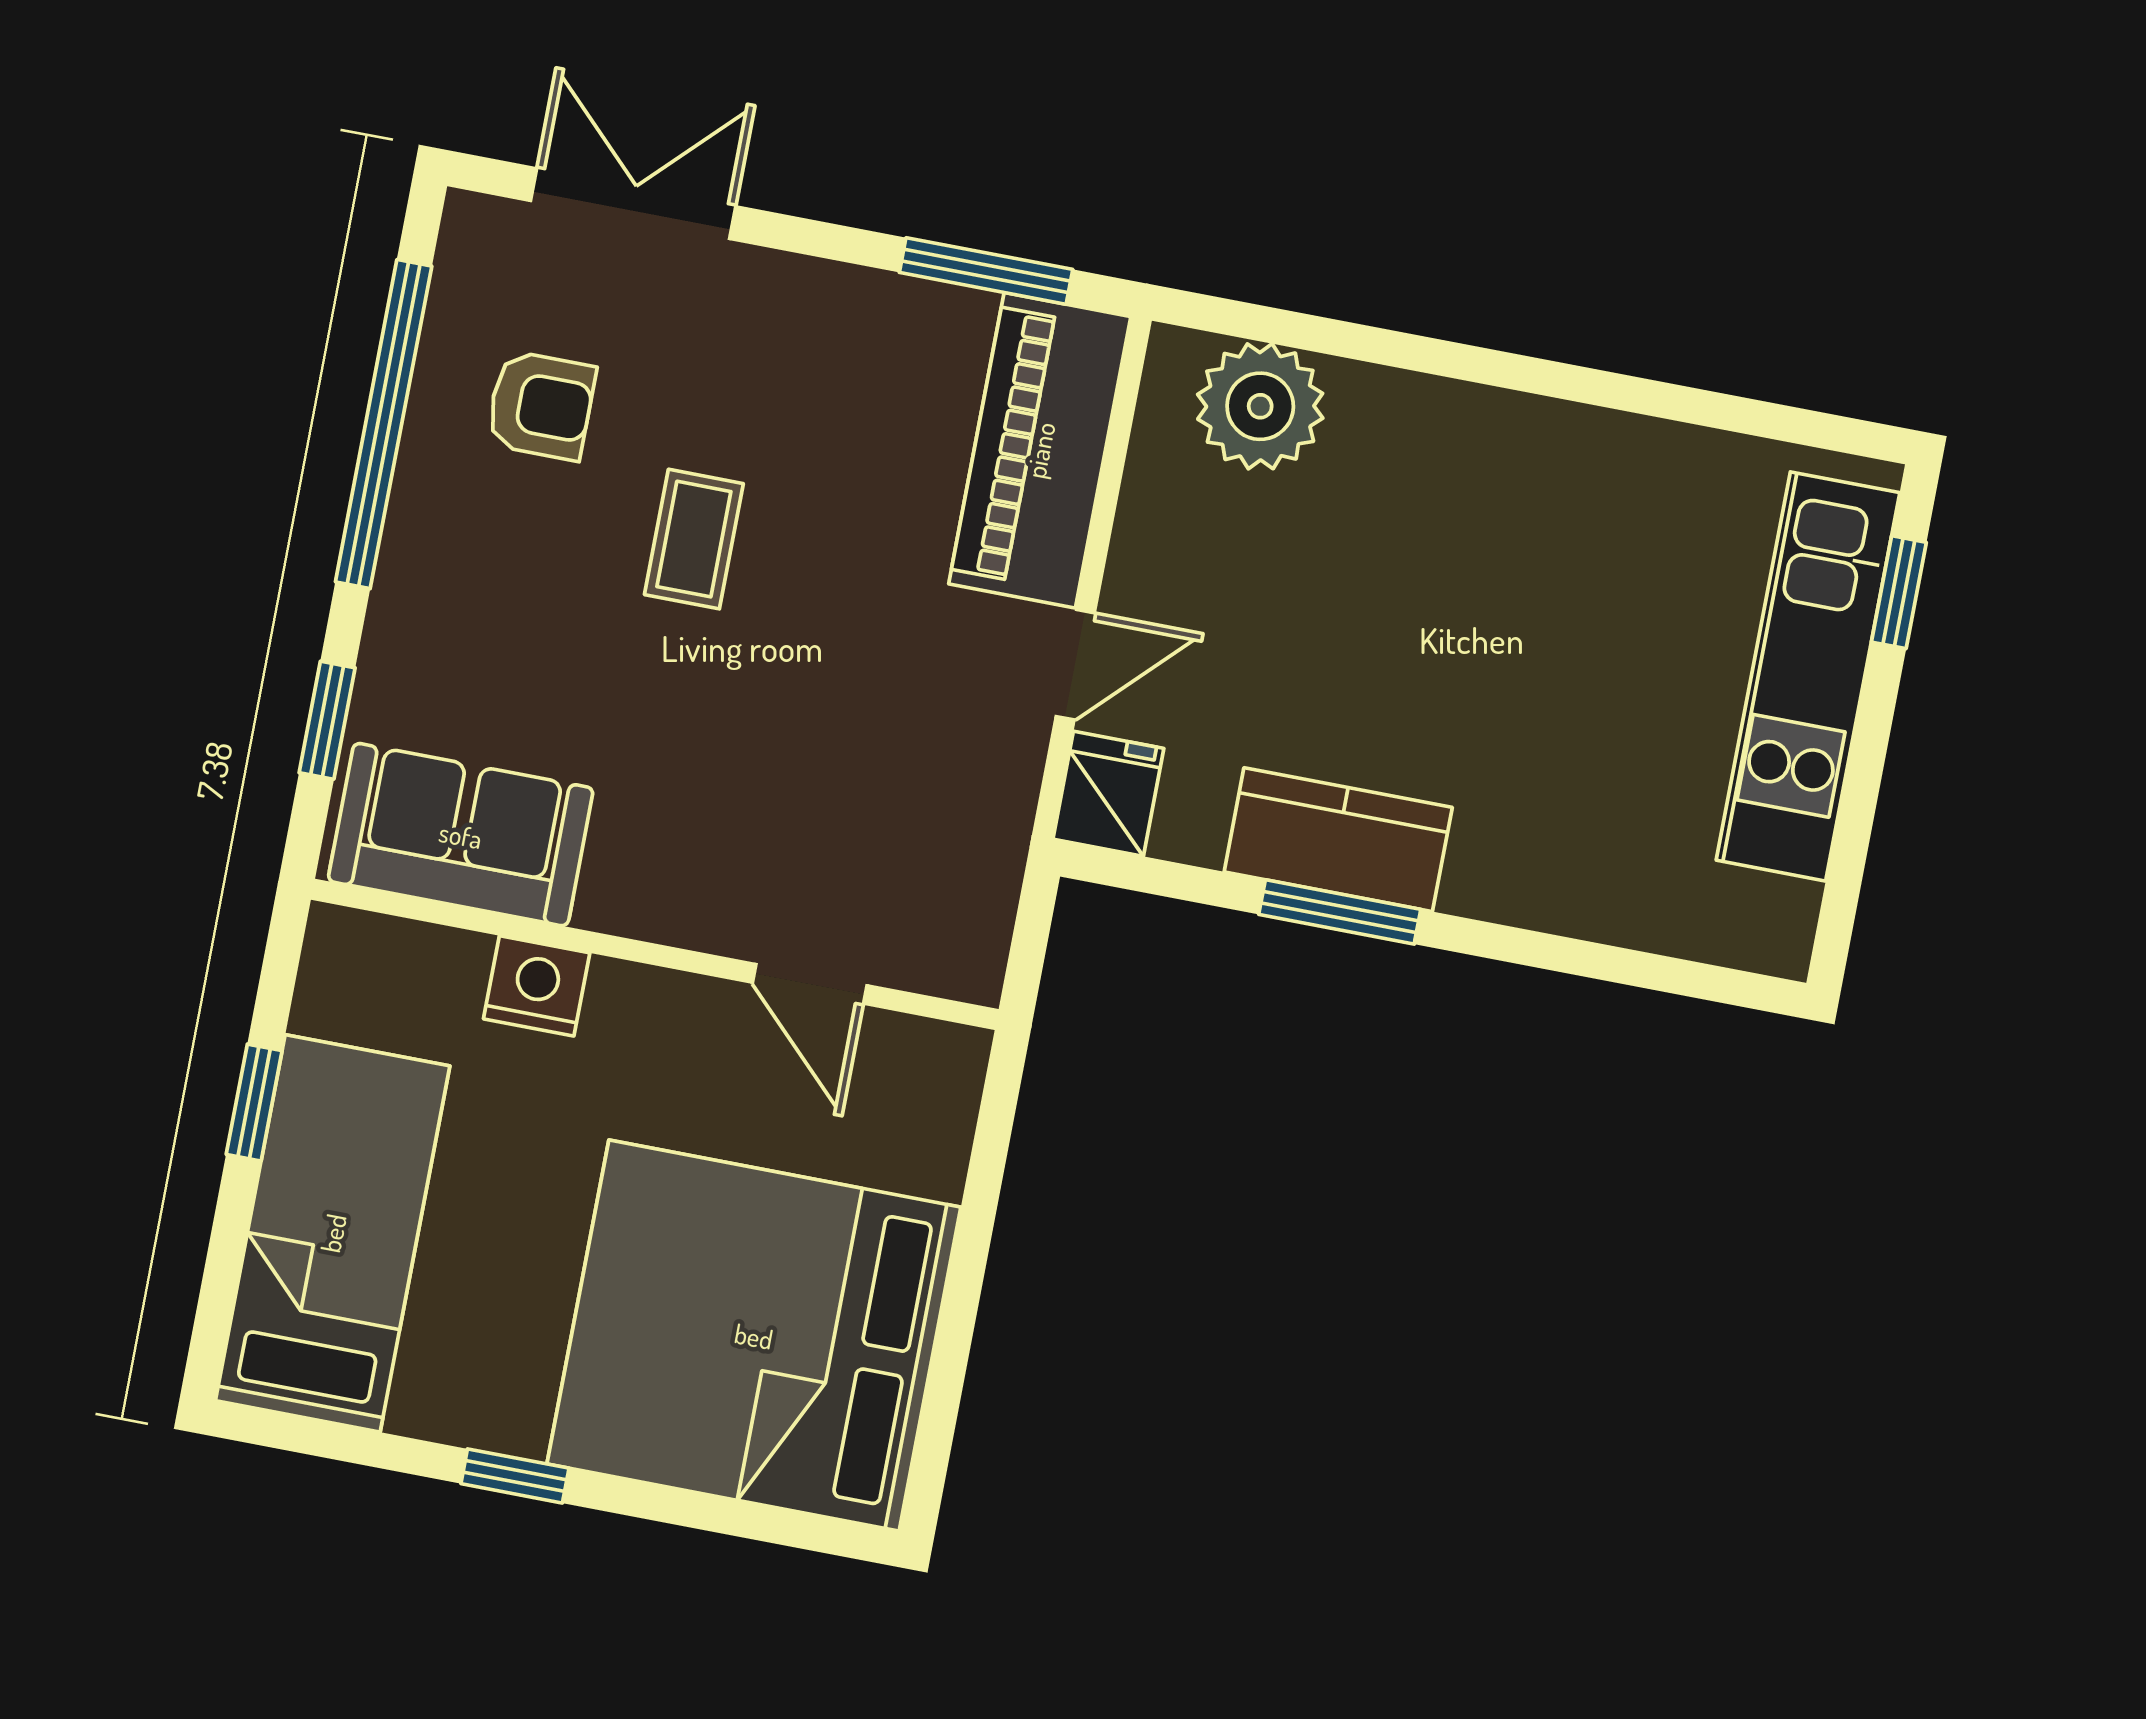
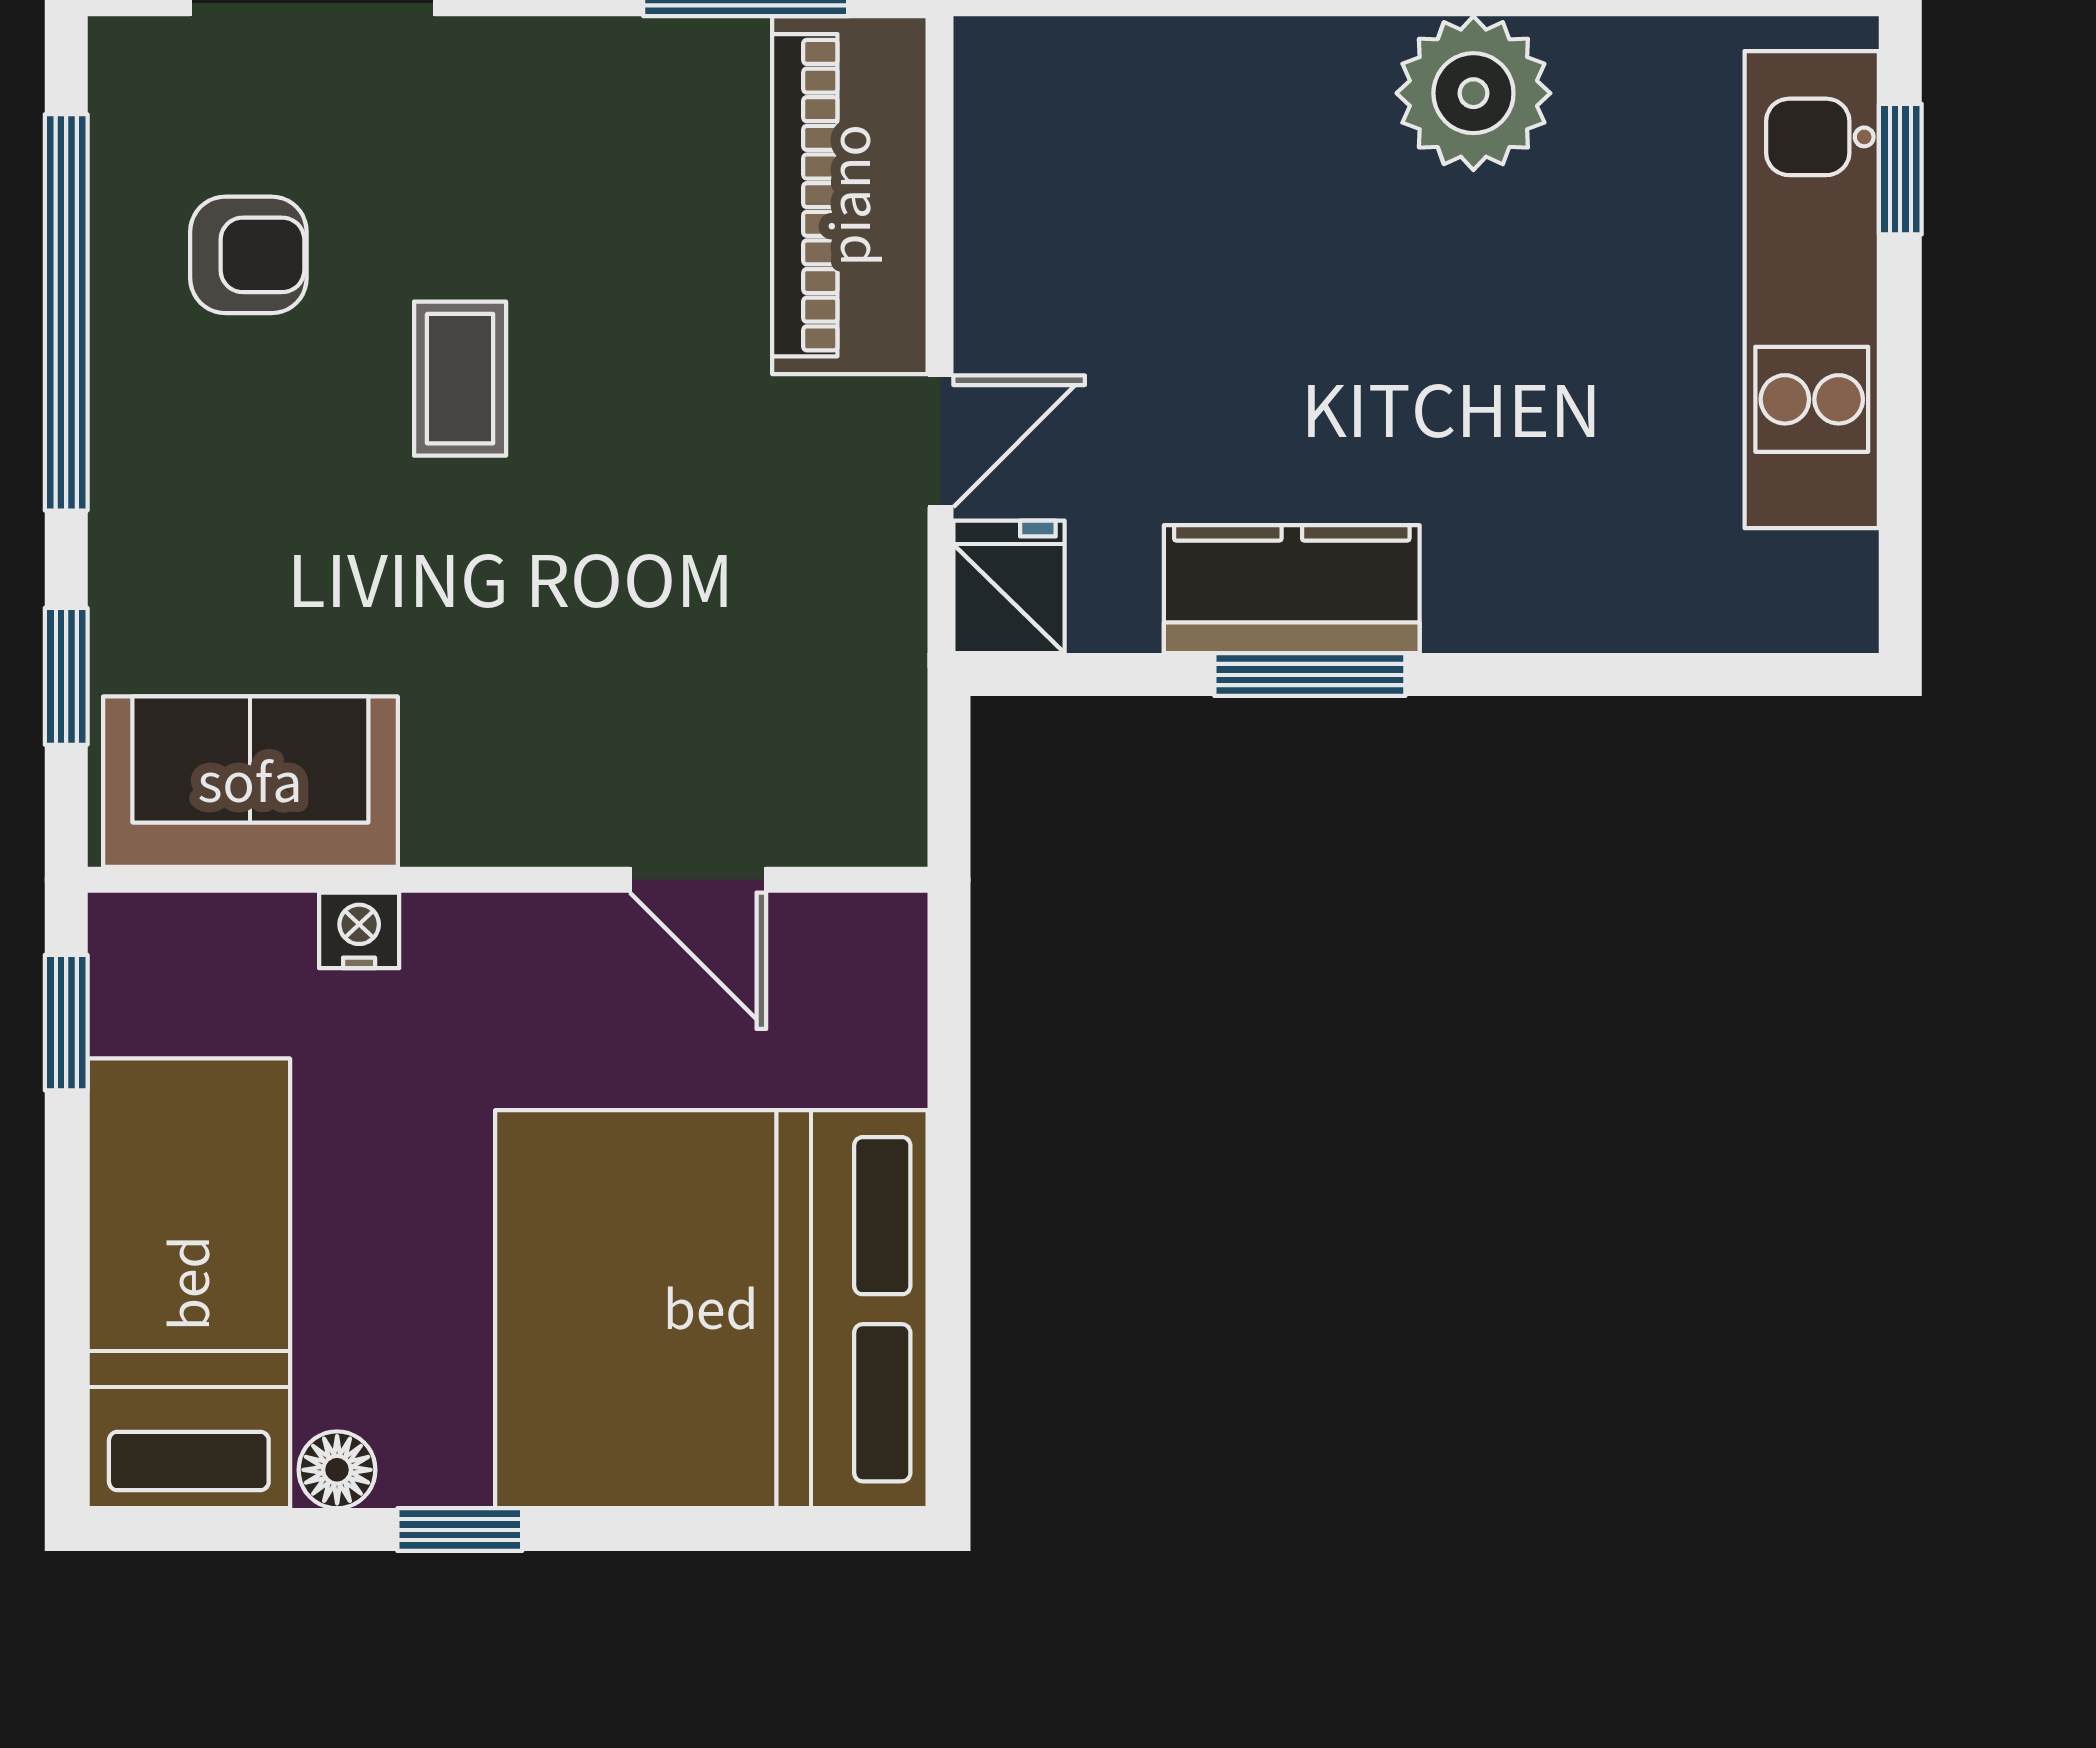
plant: (1260, 406) -> (1473, 93), moved
nightstand: (537, 986) -> (359, 930), width x0.72, depth x0.74
window: (254, 1103) -> (66, 1023), moved
floor lamp: (424, 1408) -> (337, 1470), added

